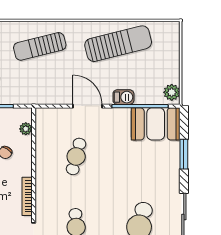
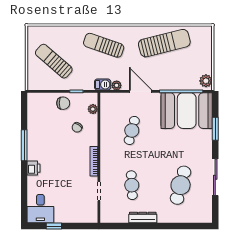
sun lounger: (40, 46) -> (104, 45), turned 33
barbecue: (123, 97) -> (103, 85), moved
plant: (56, 98) -> (117, 85), added
booth: (156, 124) -> (187, 111), width x1.36, depth x1.42

